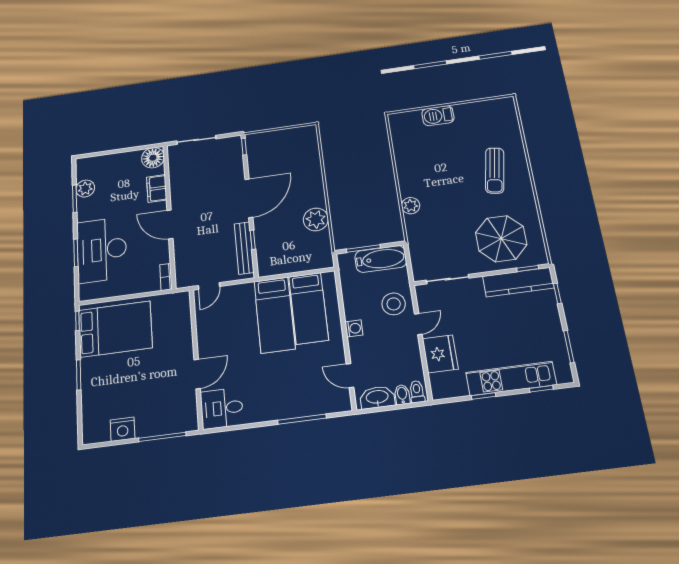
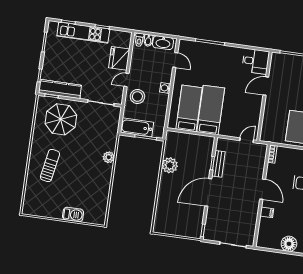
floor lamp: (153, 158) -> (289, 244), moved
filing cabinet: (157, 189) -> (267, 212), width x0.50
bench: (244, 248) -> (218, 164), width x0.73

